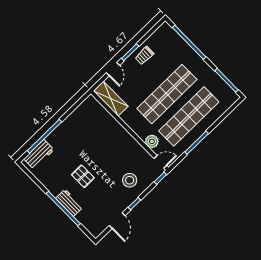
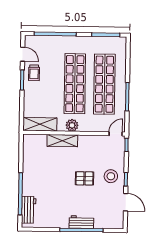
door: (113, 69) -> (23, 54), moved
shelving: (115, 127) -> (62, 141), added
plant: (152, 141) -> (72, 125), moved
pallet: (83, 176) -> (85, 178), moved
stool: (130, 180) -> (111, 176), moved

